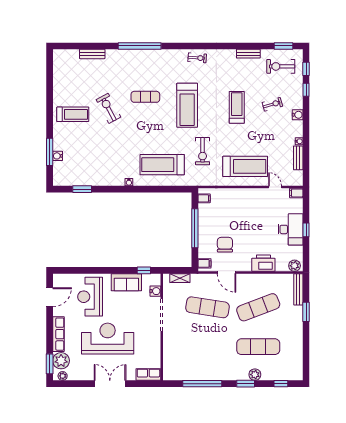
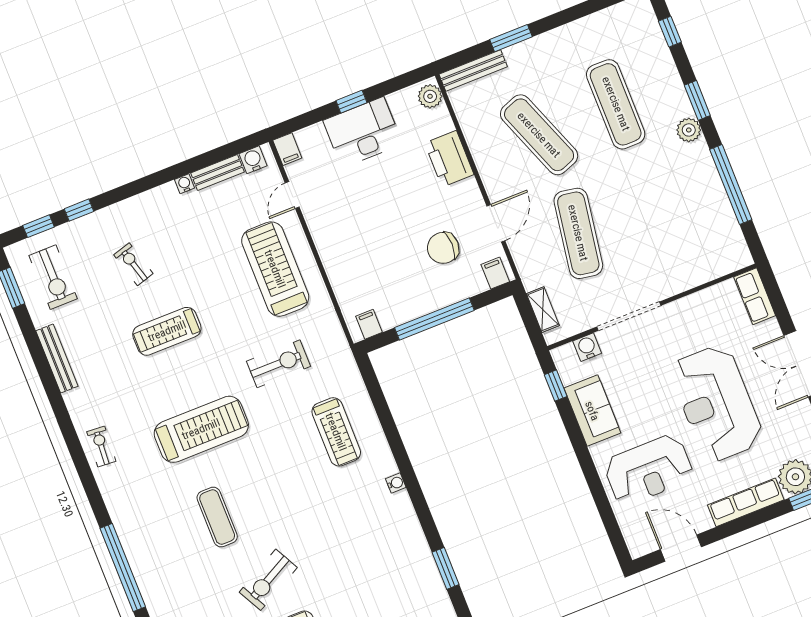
bench: (248, 54) -> (57, 358), width x1.36
water cooler: (298, 115) -> (253, 160), moved
treadmill: (162, 165) -> (336, 432), width x0.73, depth x0.73
plant: (255, 375) -> (689, 130), moved

